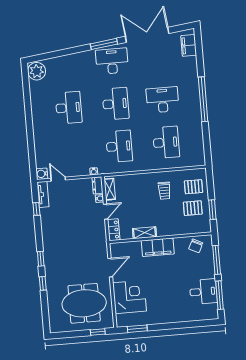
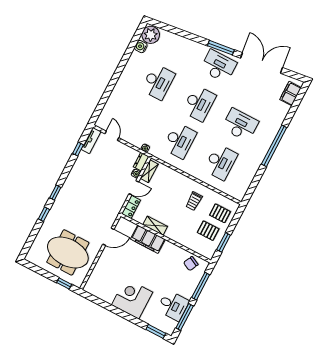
water cooler: (42, 174) -> (141, 47), moved
filing cabinet: (158, 247) -> (148, 239), moved
corner desk: (130, 297) -> (132, 299), moved, turned -90
window: (137, 329) -> (156, 331), moved

